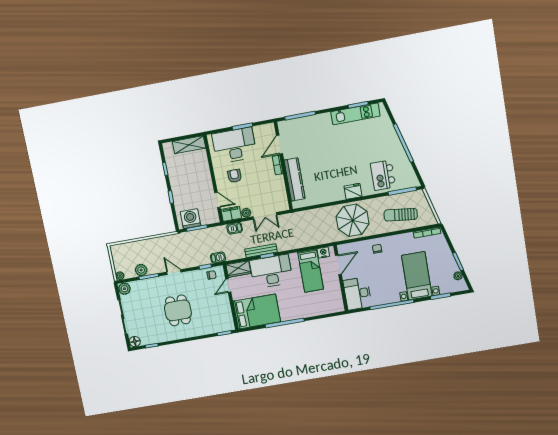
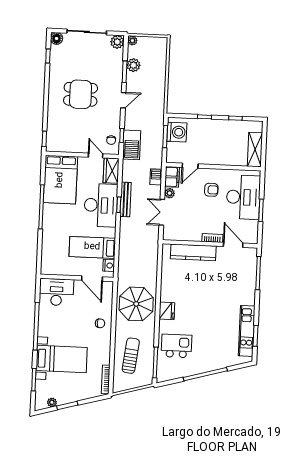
barbecue: (218, 258) -> (132, 145), width x1.88, depth x1.53

